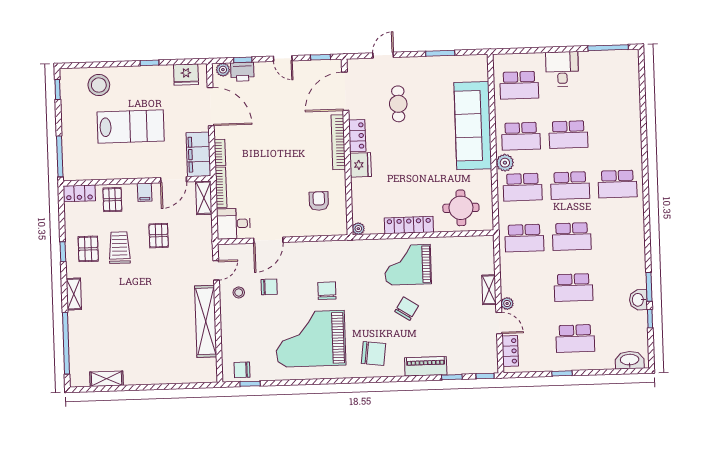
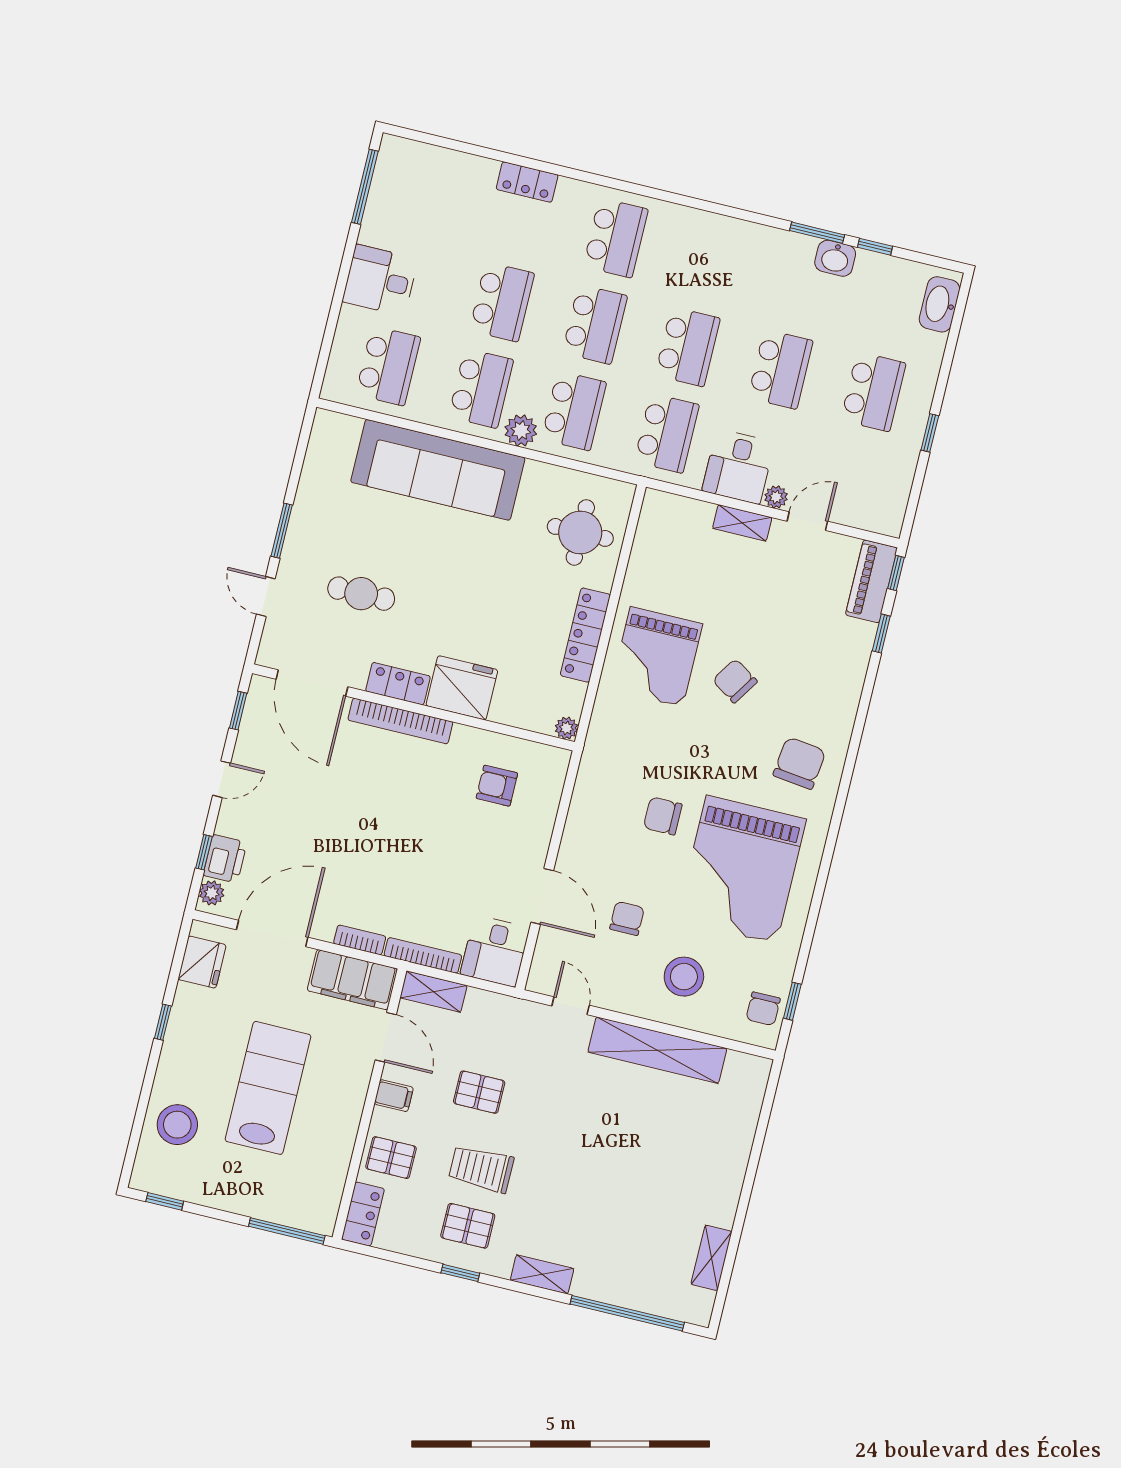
window: (440, 53) -> (282, 531), moved
fridge: (360, 165) -> (462, 688), width x1.36, depth x1.34
desk: (517, 280) -> (738, 467), added
stool: (239, 292) -> (684, 977), moved, width x1.89, depth x1.89
locker: (510, 351) -> (527, 182), moved, turned 180
piano: (426, 366) -> (871, 581), moved

